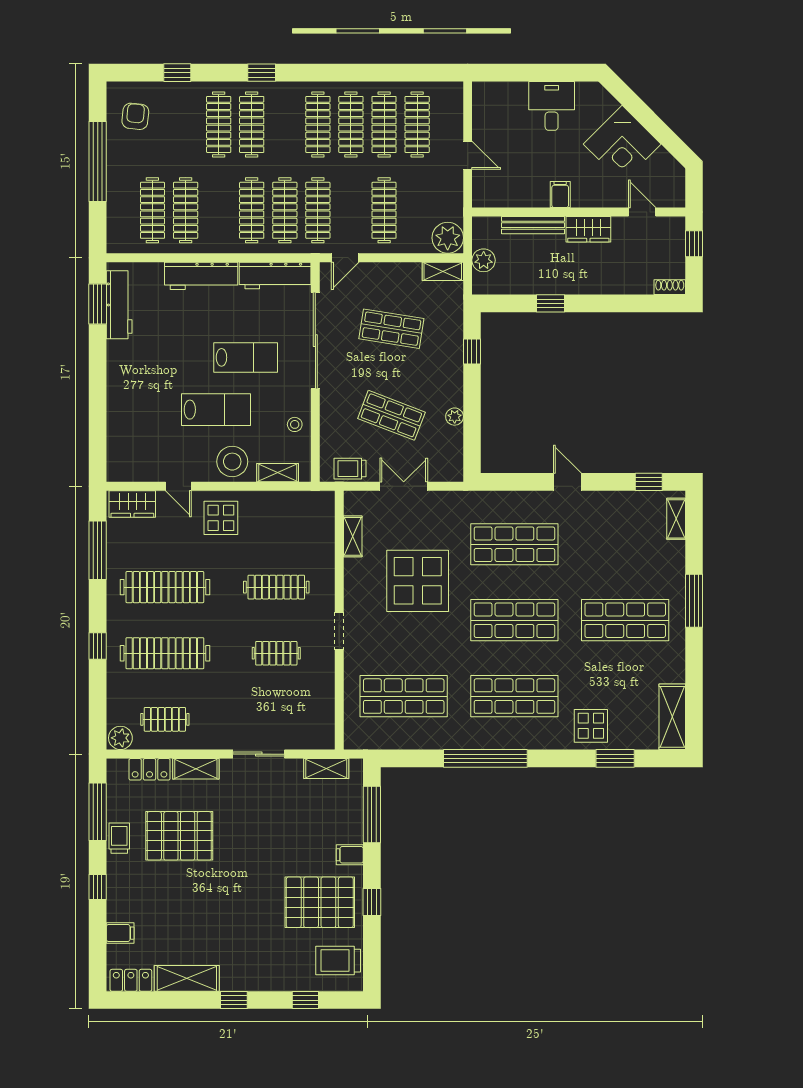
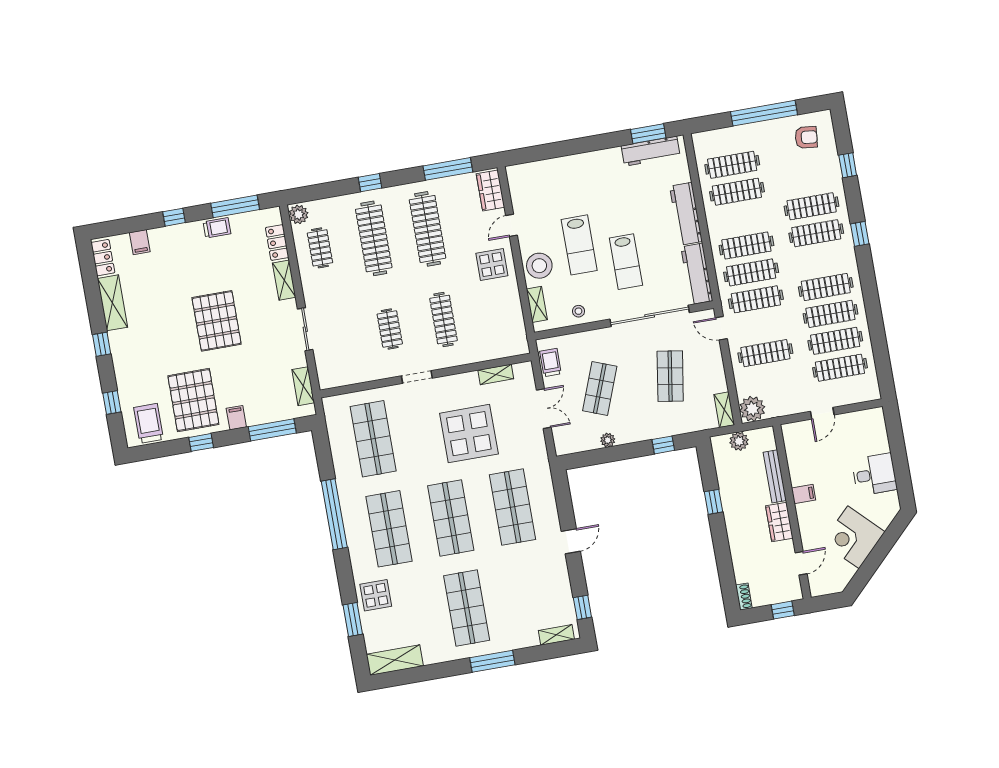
pallet: (179, 836) -> (217, 321), moved

